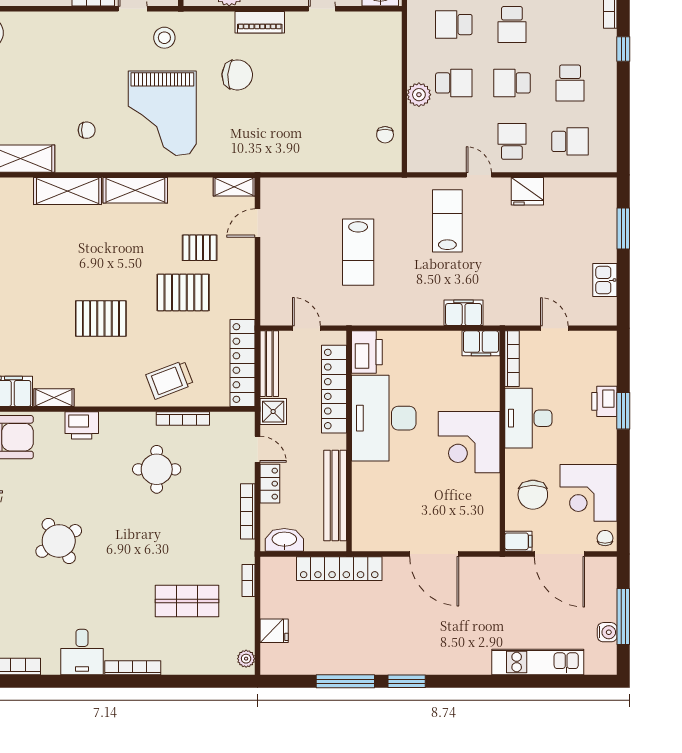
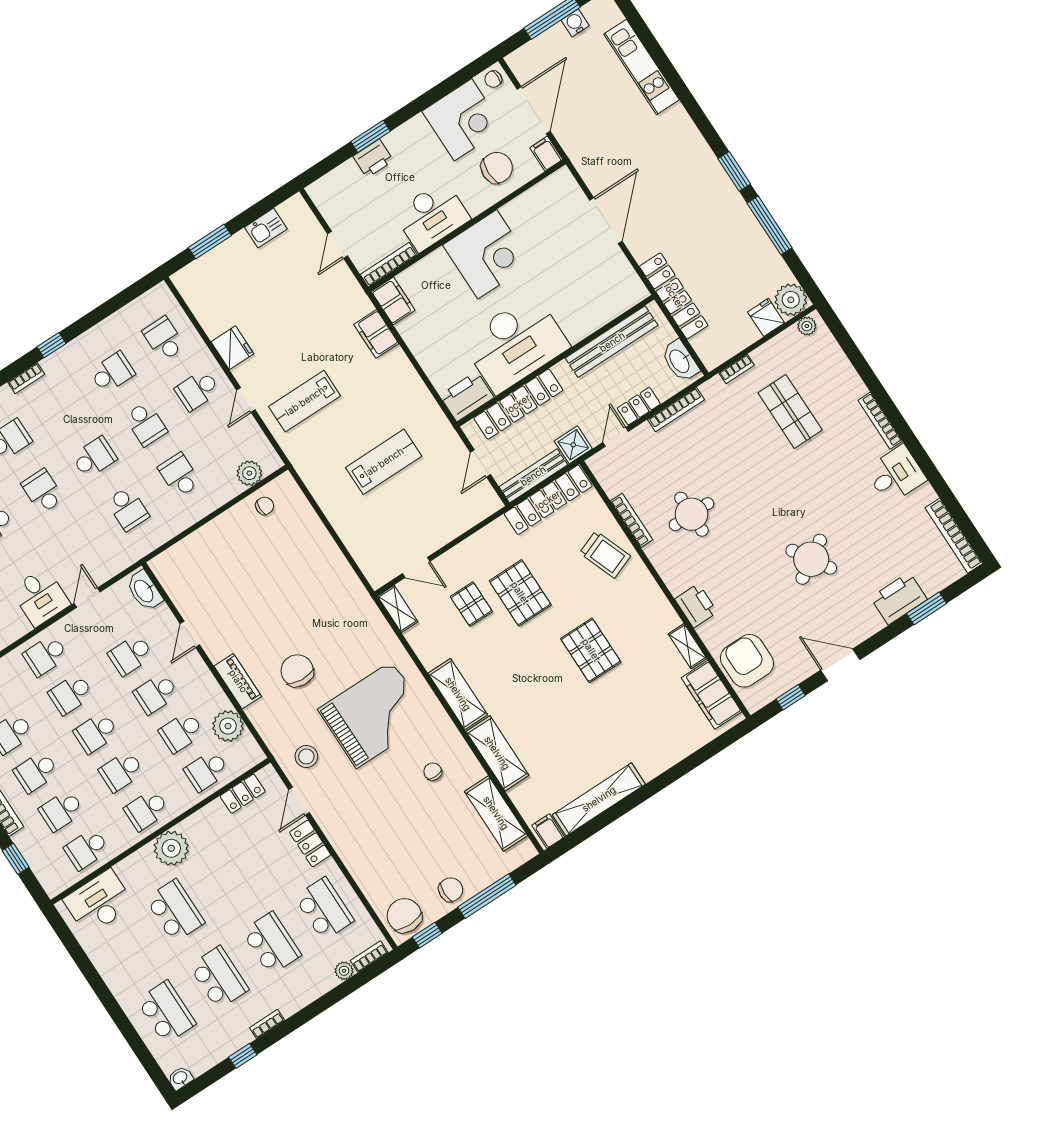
plant: (419, 95) -> (249, 473), moved
plant: (275, 660) -> (791, 300), added

